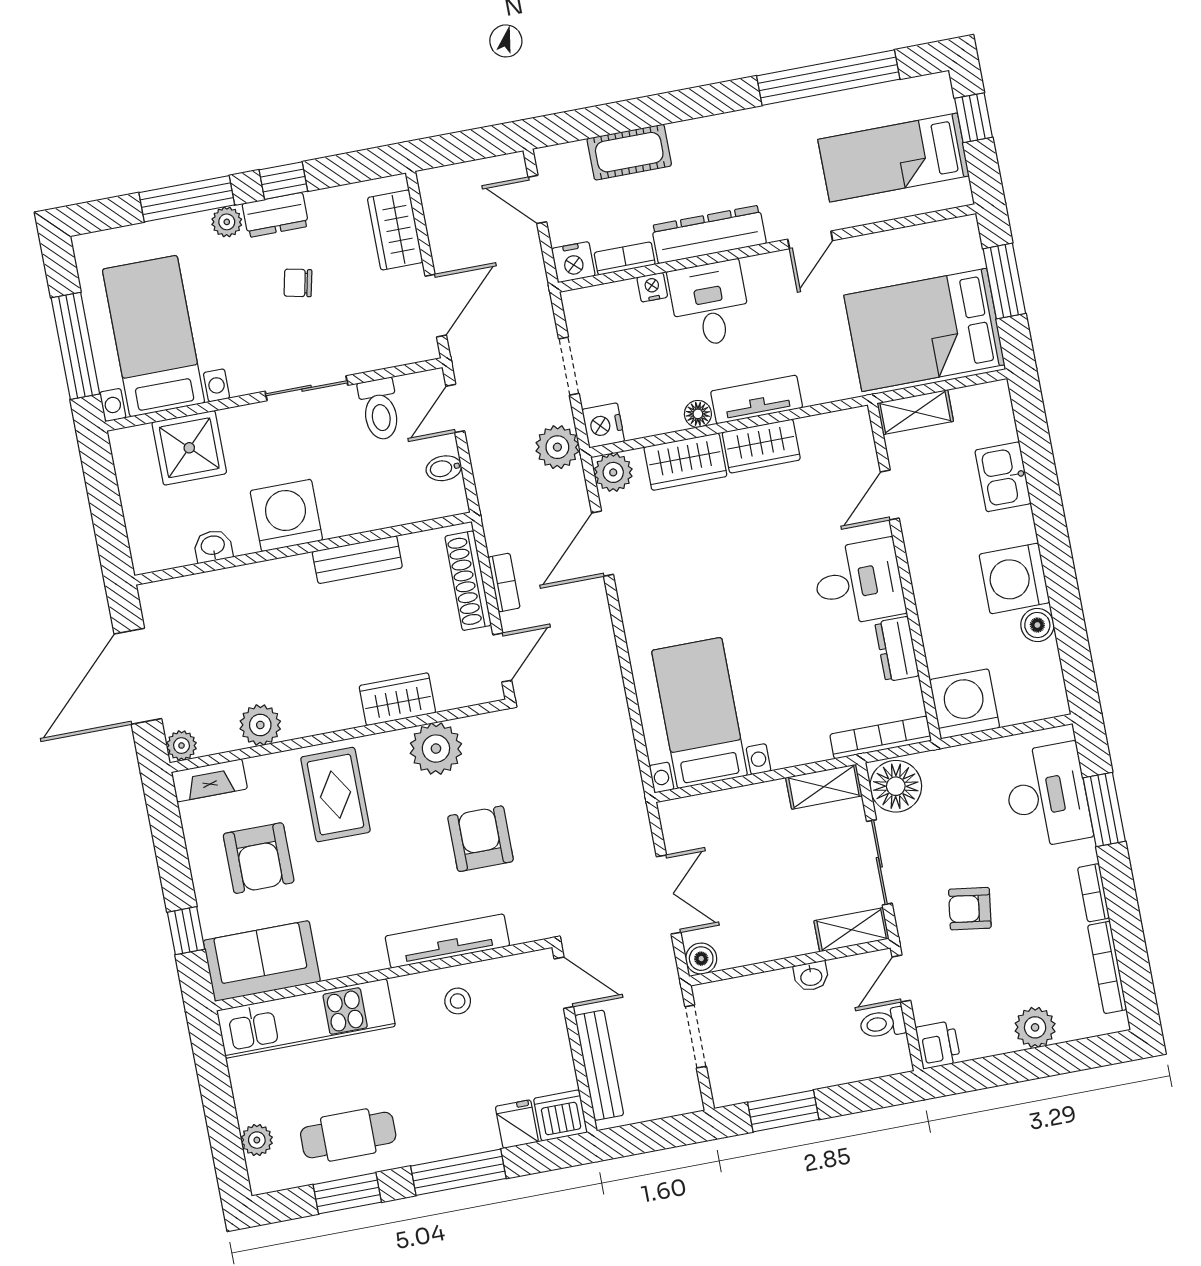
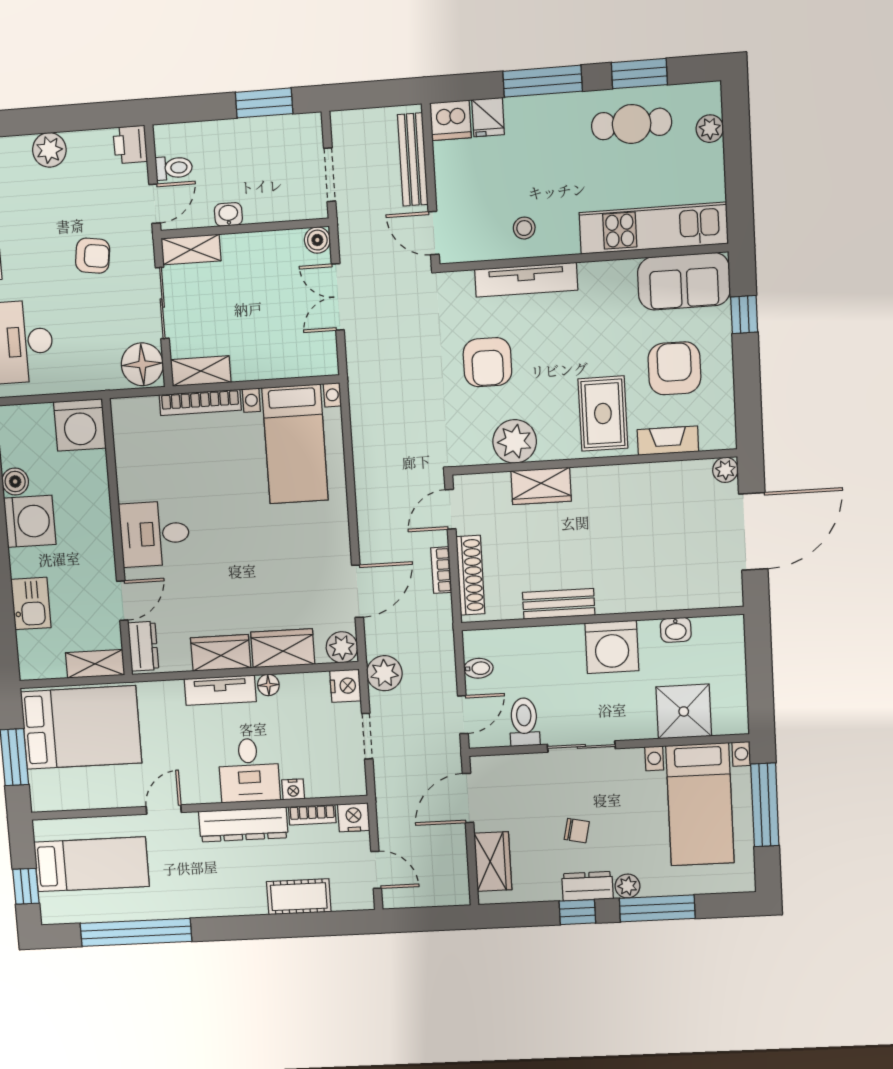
dresser: (897, 649) -> (143, 646), moved
plant: (260, 725) -> (657, 479), removed
bookcase: (881, 738) -> (200, 402), moved
fireplace: (209, 780) -> (668, 441), moved

